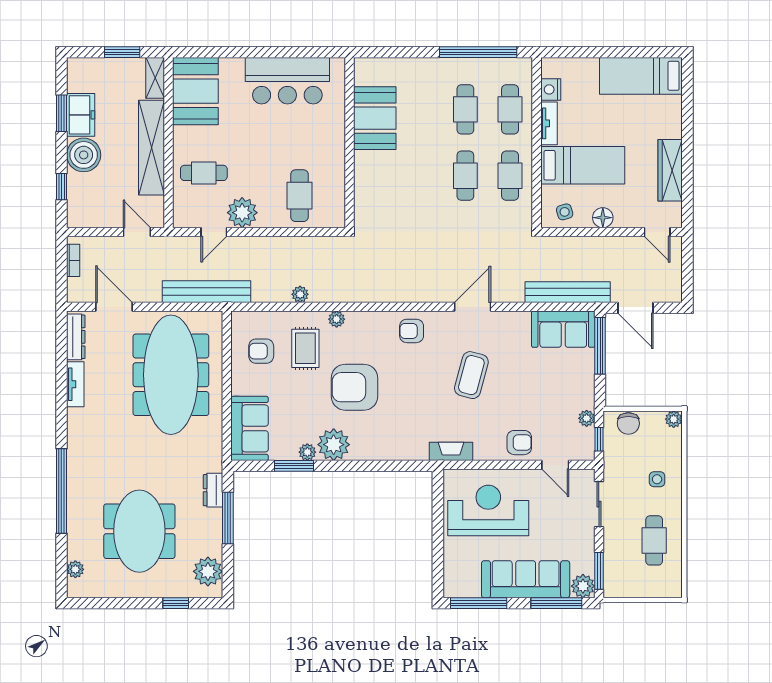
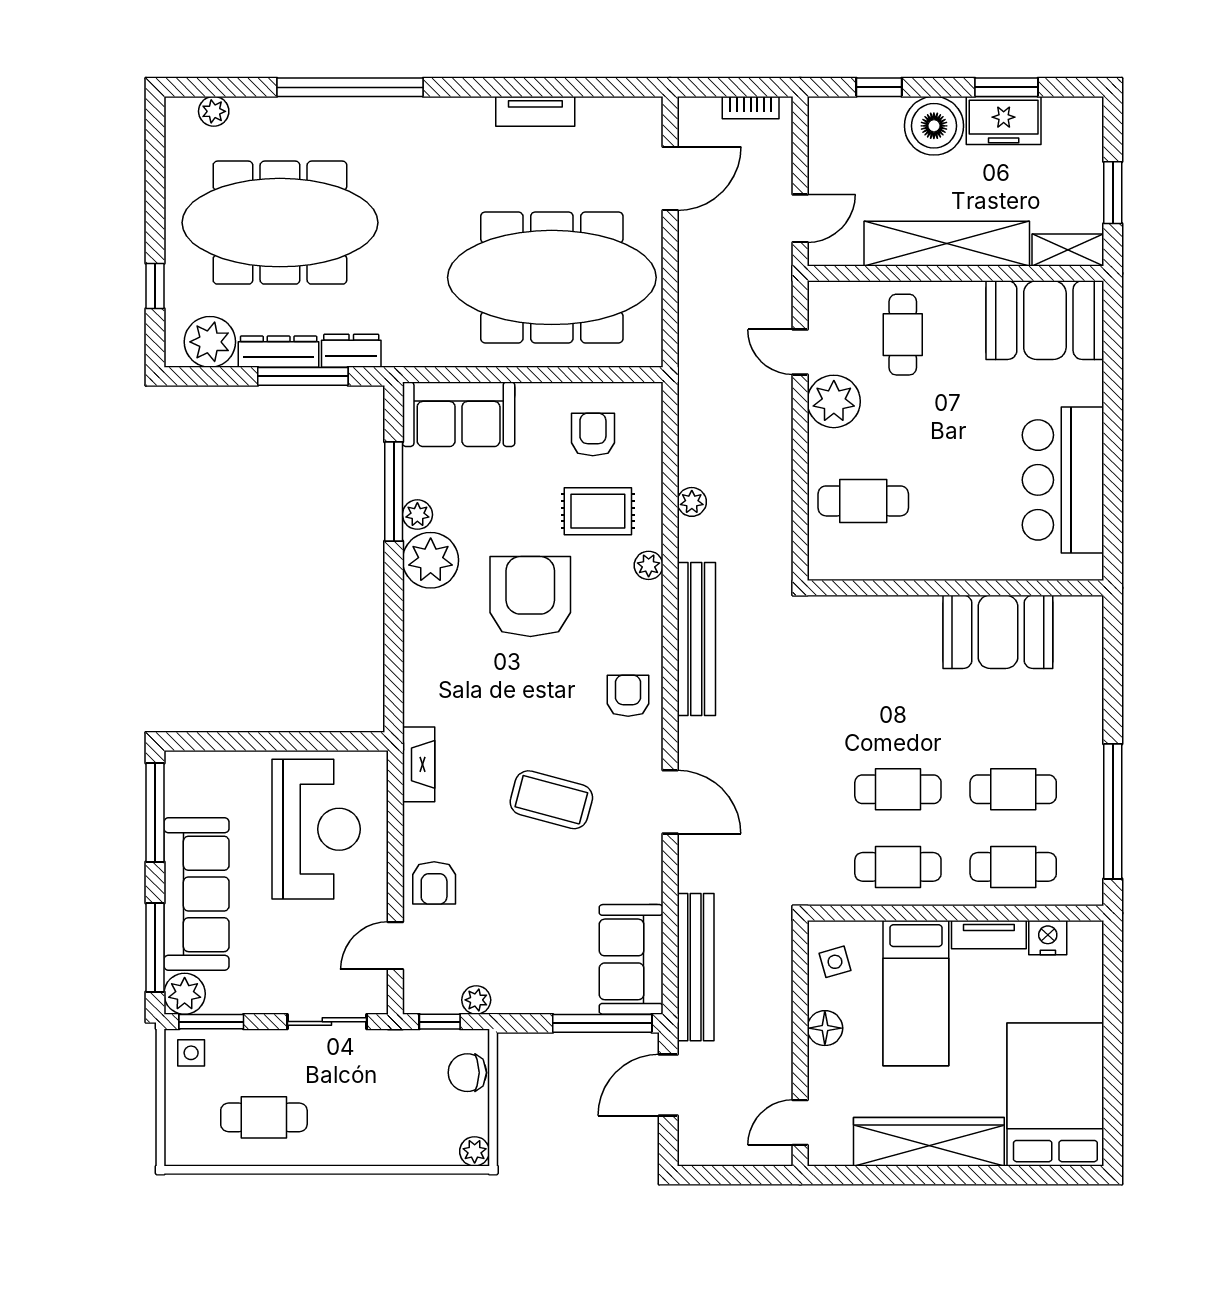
bed: (641, 76) -> (1055, 1094), width x1.50
wardrobe: (670, 170) -> (929, 1142), width x1.40, depth x1.17
bench: (206, 292) -> (696, 639), moved
dresser: (76, 337) -> (279, 352), moved, turned 180
window: (294, 466) -> (394, 491), width x1.44
side table: (657, 479) -> (191, 1053), moved
meeting table: (139, 531) -> (280, 223), width x1.36

